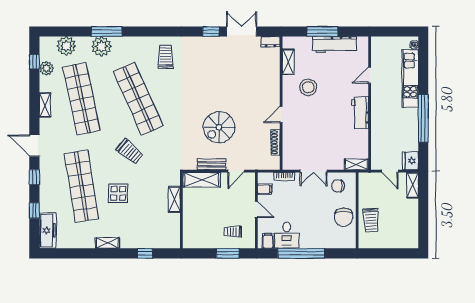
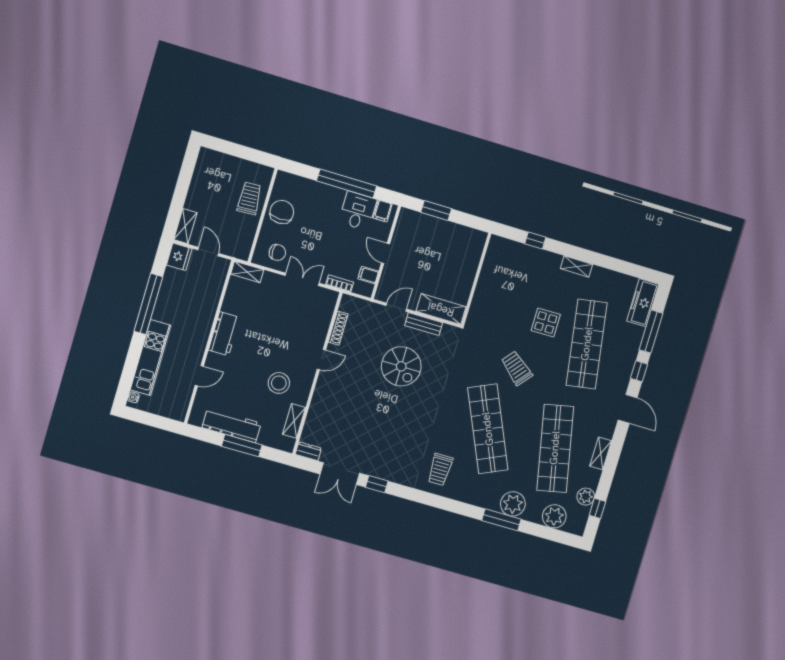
spiral stairs: (219, 127) -> (401, 366), turned 90
shelving: (174, 199) -> (481, 295), removed
window: (34, 210) -> (651, 332), width x2.17
trolley: (233, 232) -> (422, 235), removed

